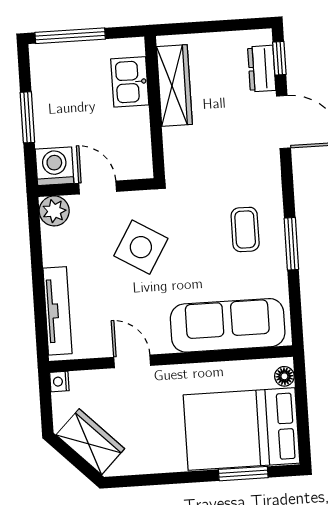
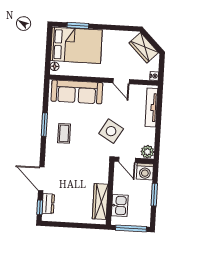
kitchen sink: (130, 82) -> (120, 206), moved
wardrobe: (174, 85) -> (100, 202), moved
wall: (155, 107) -> (110, 193), moved

